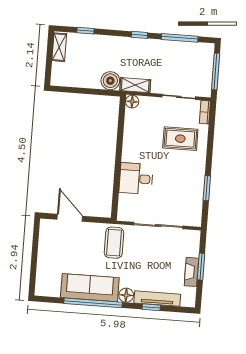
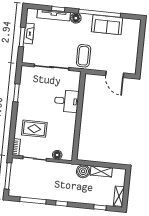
shelving: (135, 85) -> (101, 171), moved
floor lamp: (132, 102) -> (57, 155), moved
sofa: (90, 288) -> (107, 25), width x0.73

